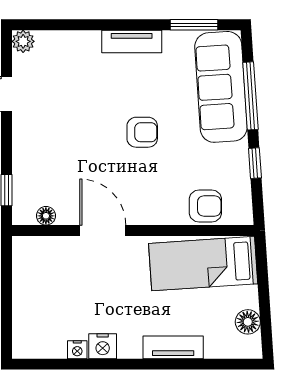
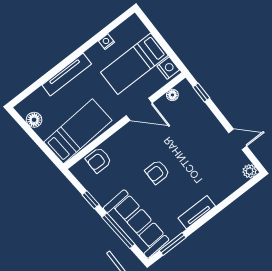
bed: (64, 294) -> (134, 64), added
nightstand: (103, 346) -> (168, 68), moved, turned 90
tv unit: (173, 347) -> (67, 74), width x1.41

